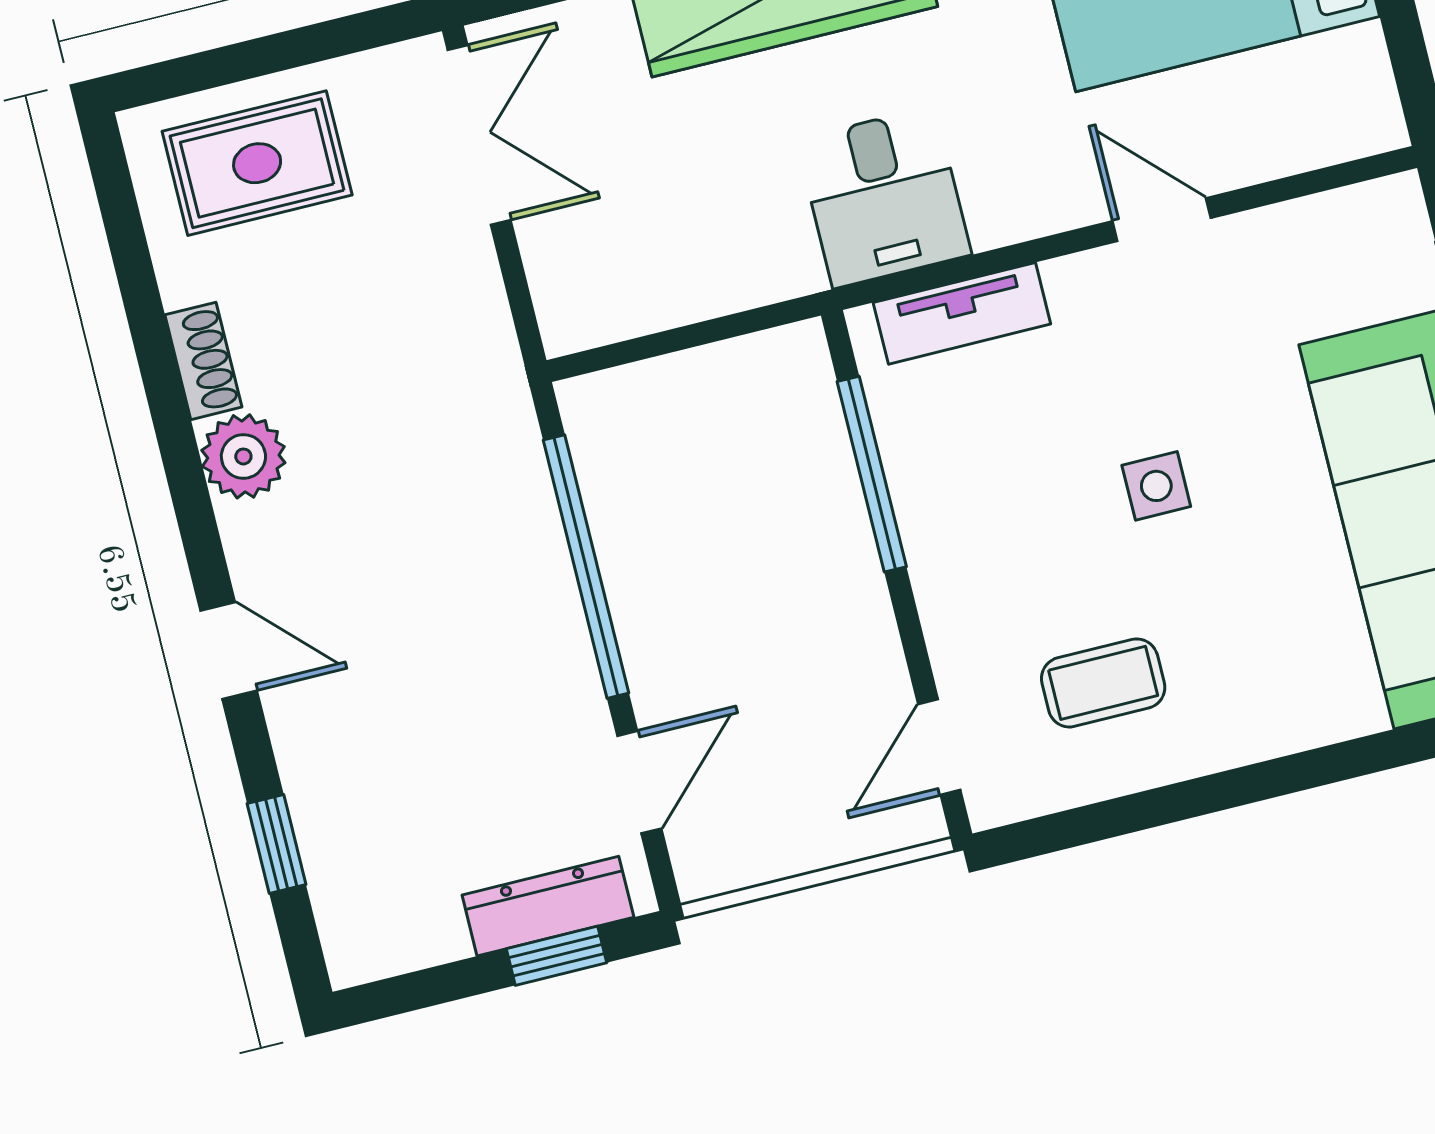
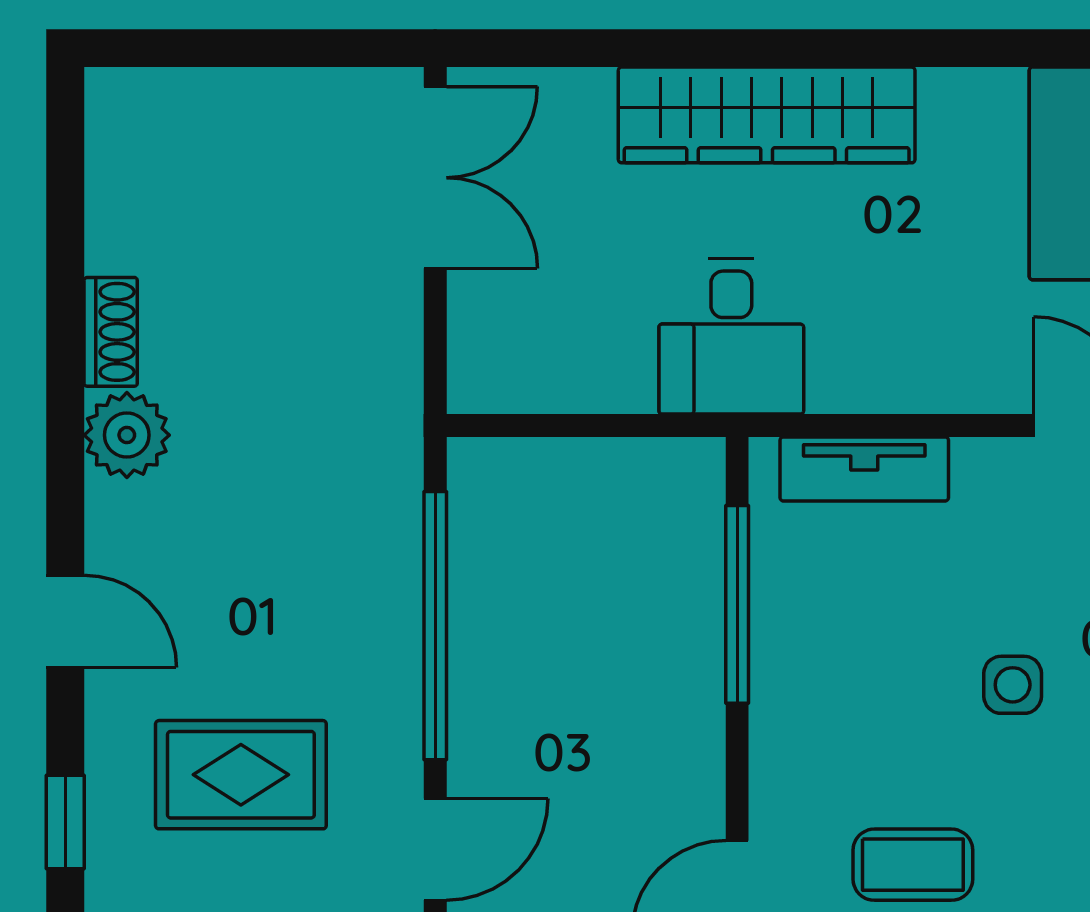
rug: (257, 163) -> (241, 775), moved
desk: (884, 197) -> (731, 336), moved

